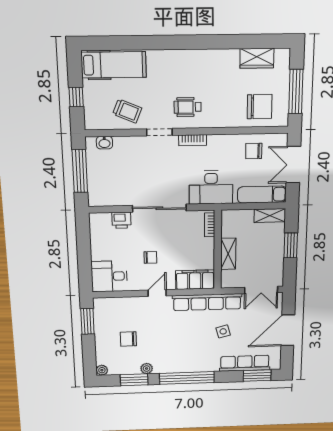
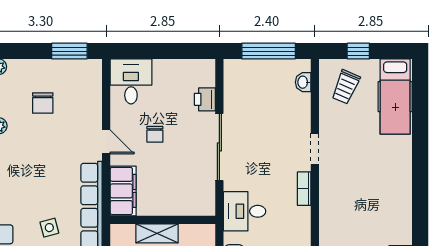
wheelchair: (188, 107) -> (344, 183), removed
trolley: (127, 111) -> (346, 87), moved
desk: (211, 187) -> (245, 211), width x0.73
bookcase: (210, 225) -> (196, 210), removed
chair: (128, 339) -> (43, 103), turned 180

